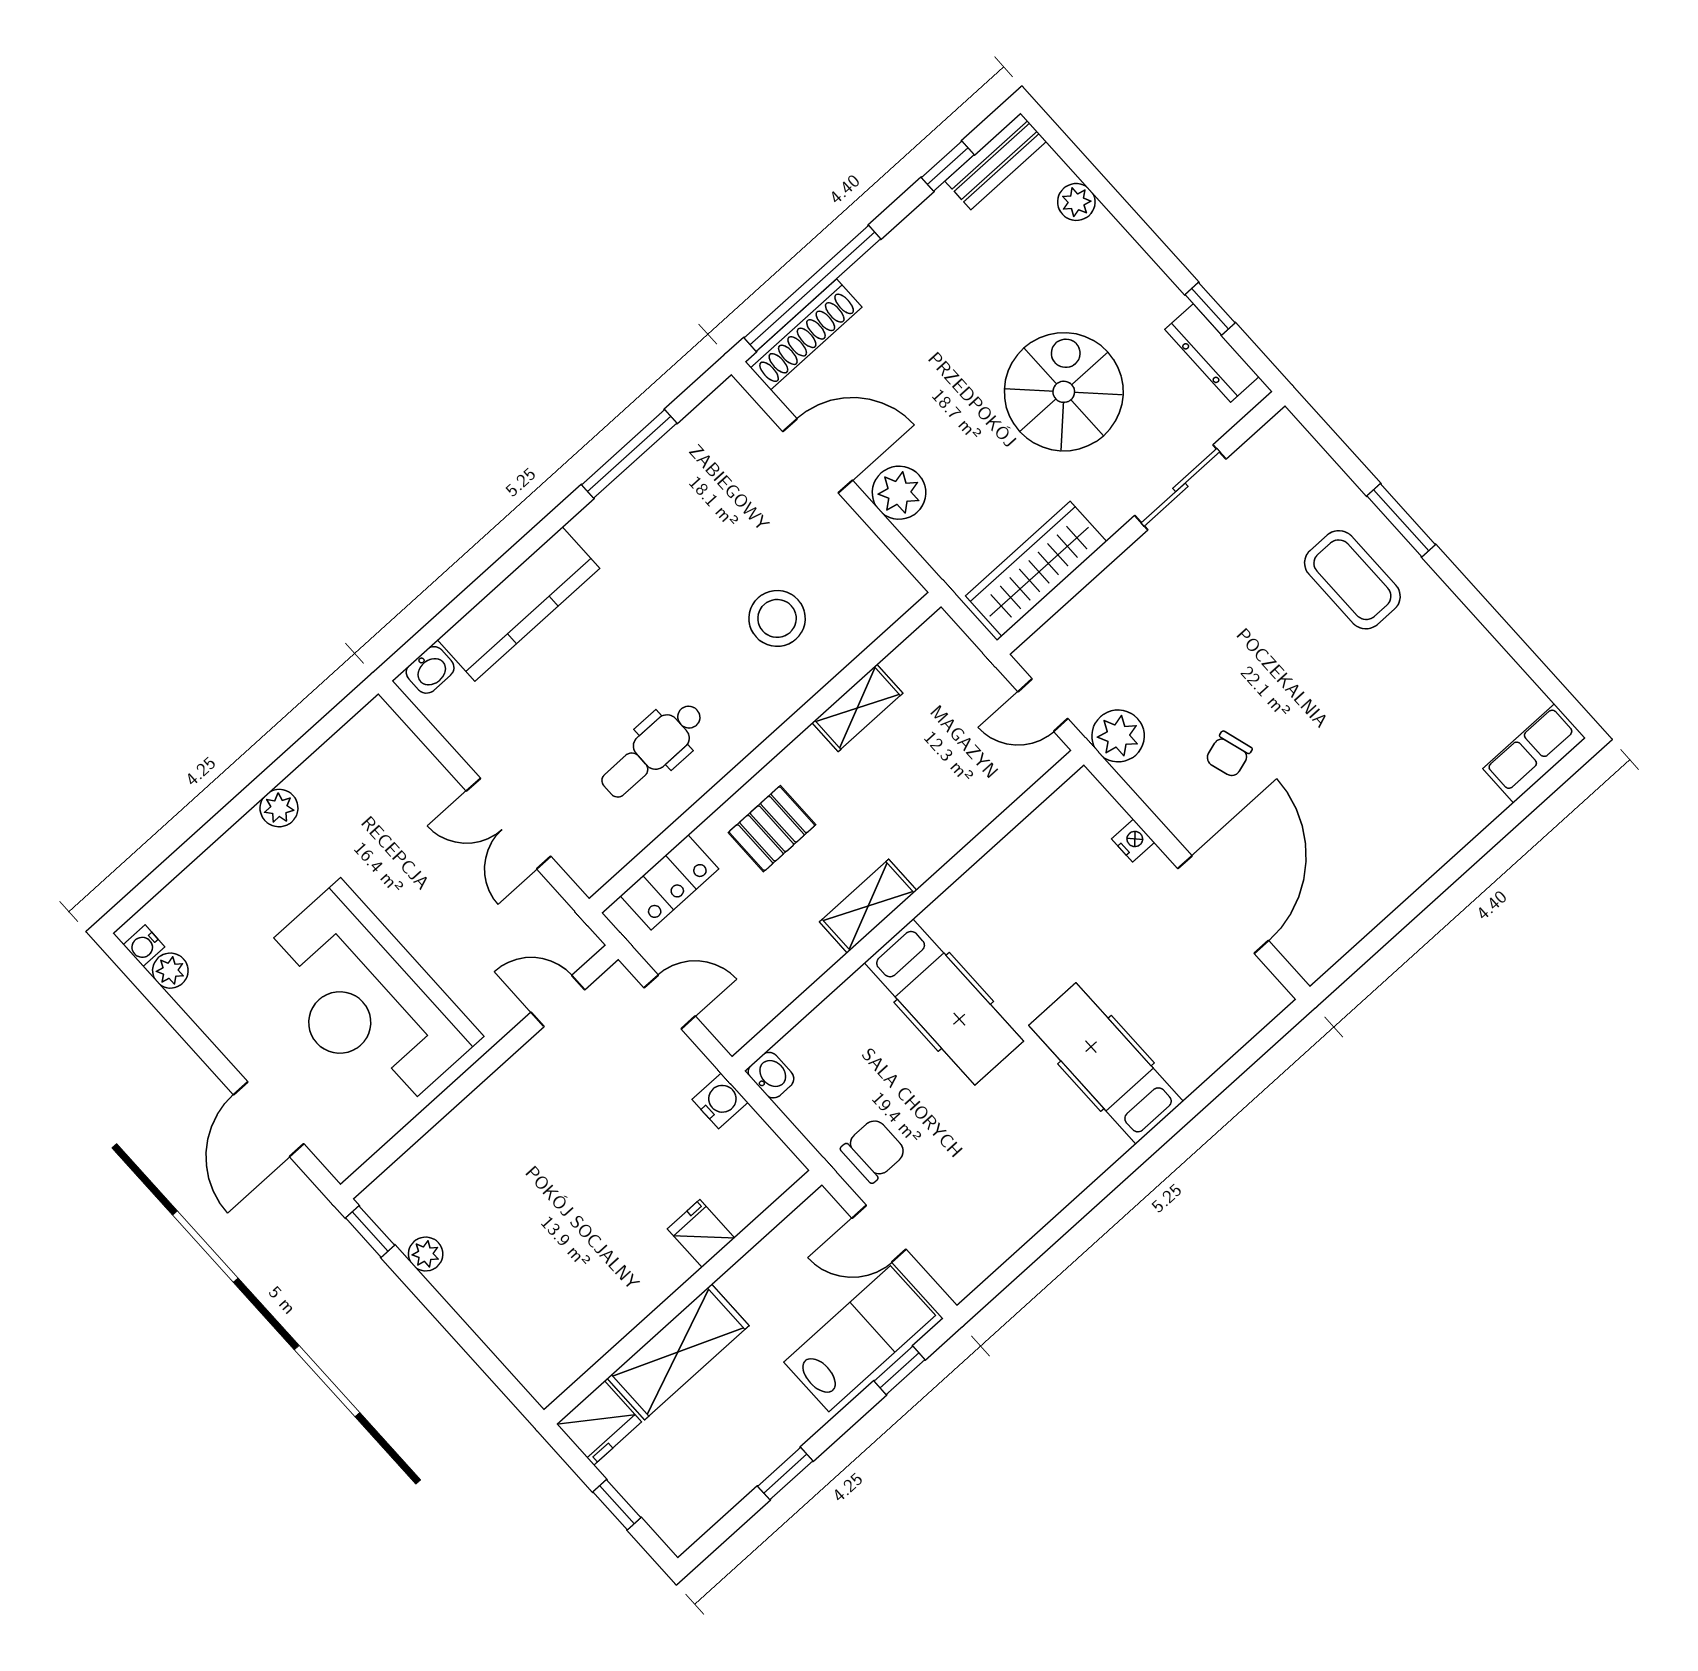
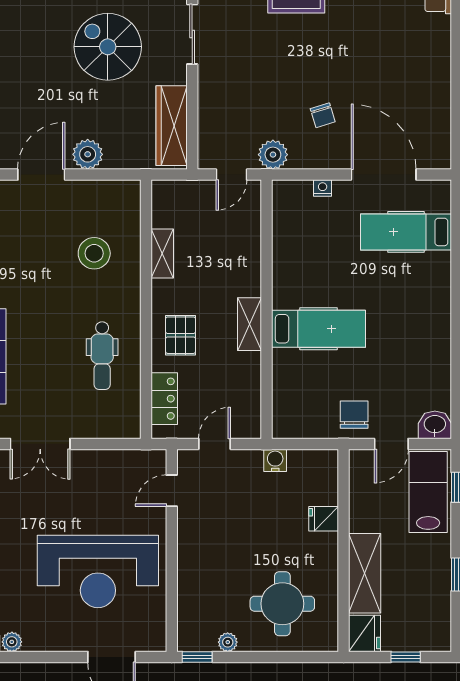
double door: (509, 824) -> (40, 444), moved
hospital bed: (1106, 1063) -> (406, 232), moved
washbasin: (771, 1075) -> (435, 425), moved, width x1.38, depth x1.45
round table: (541, 1280) -> (282, 604), added

